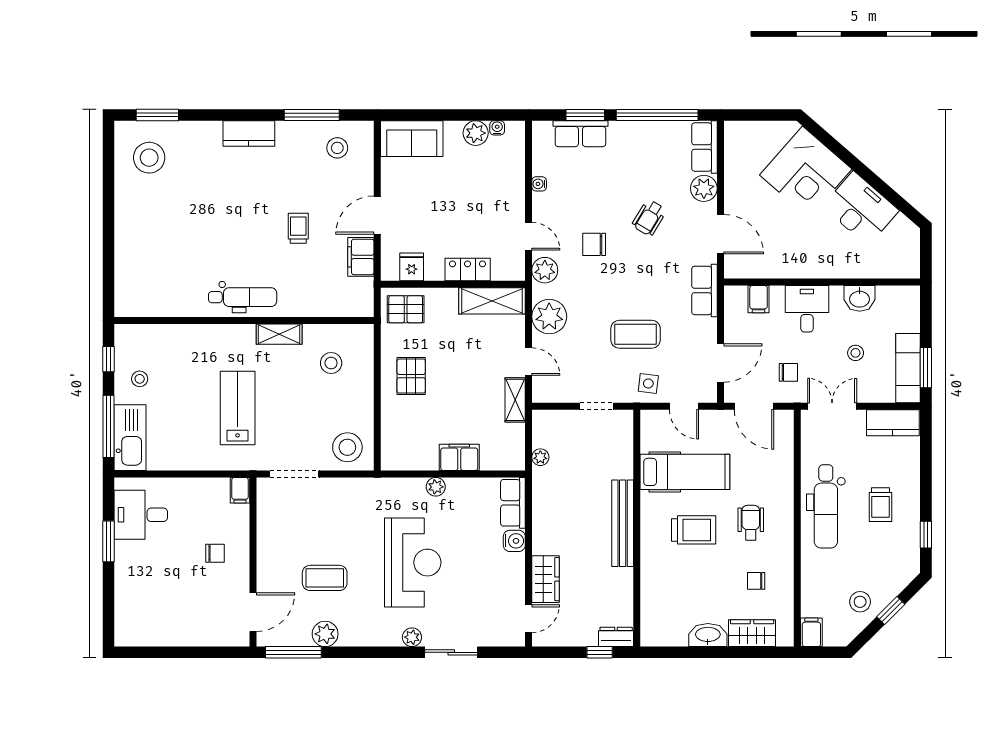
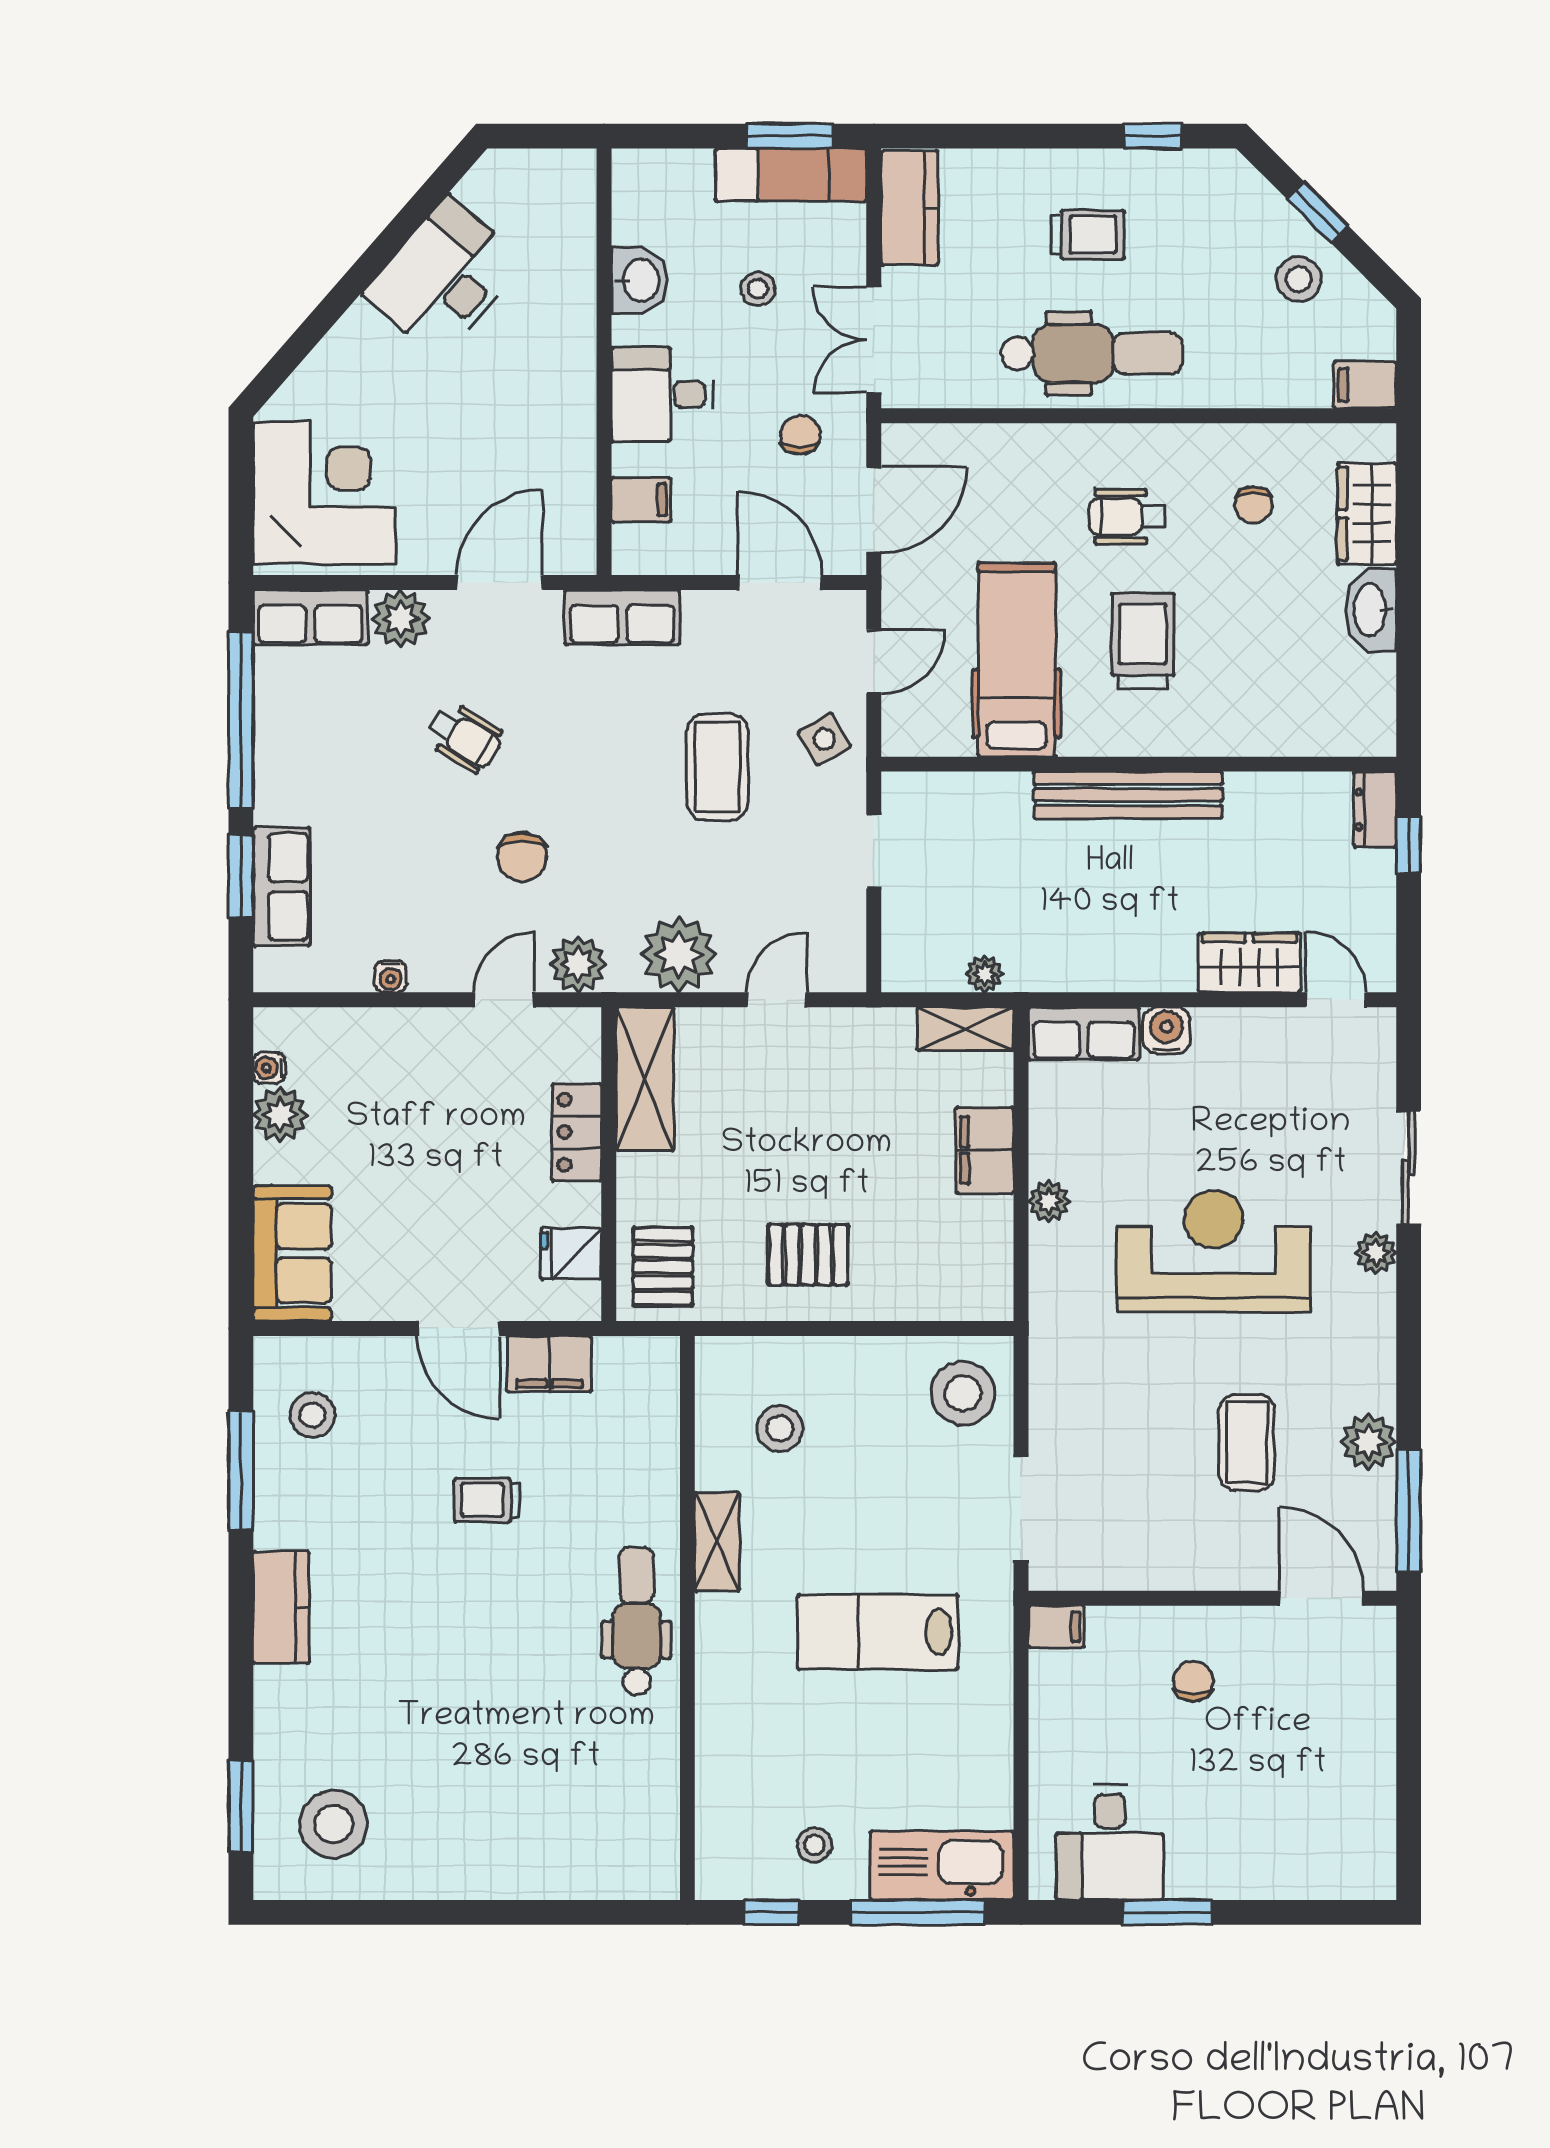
corner desk: (806, 172) -> (324, 493), moved, turned -41
side table: (648, 383) -> (824, 739), turned -37
shelving: (515, 400) -> (965, 1029), moved

